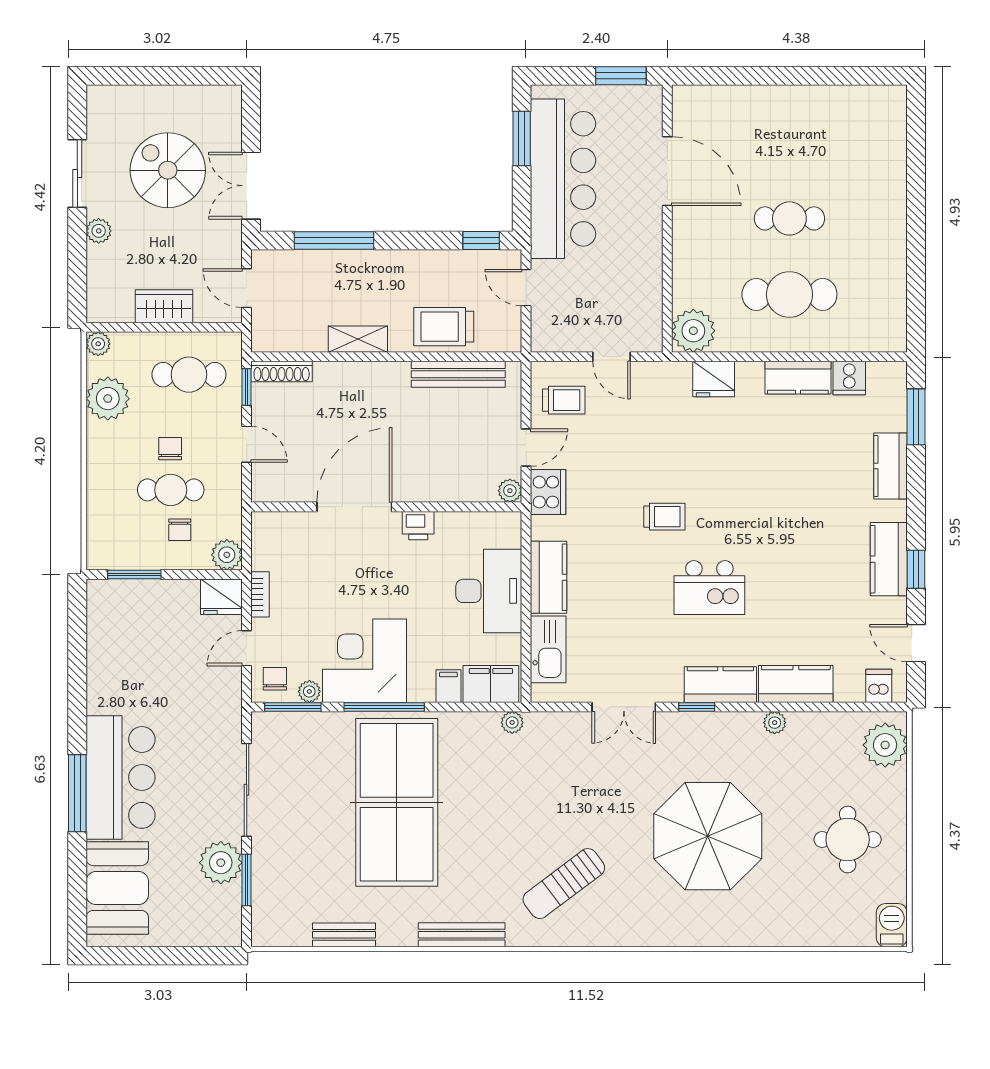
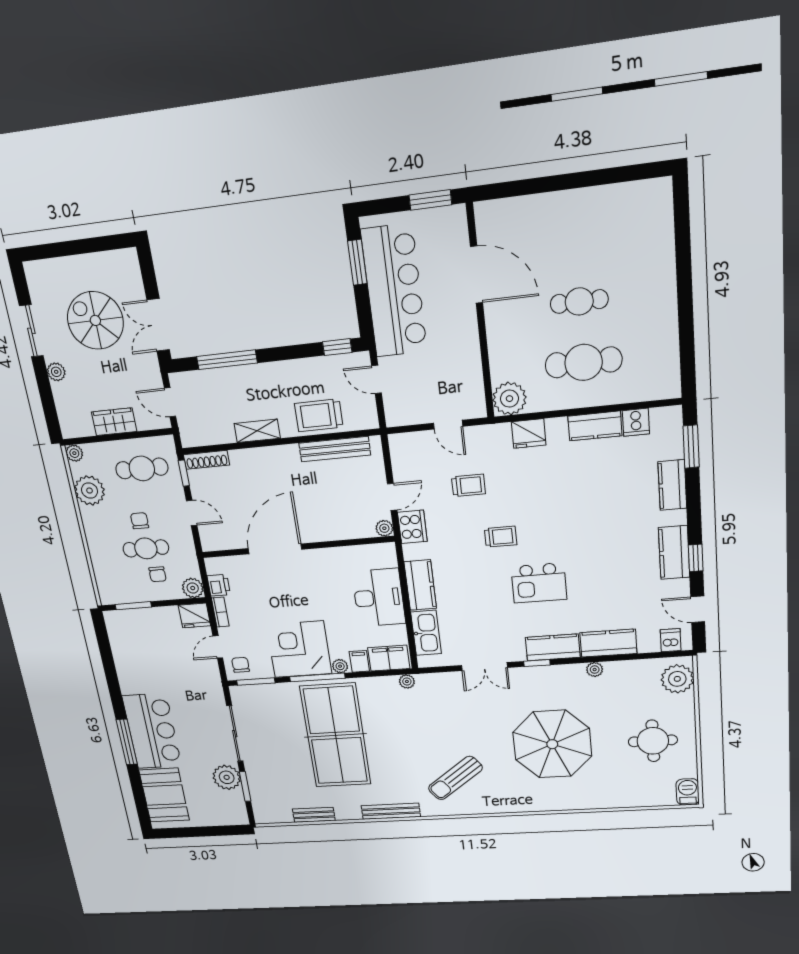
trolley: (564, 400) -> (468, 485), moved
printer: (418, 526) -> (219, 585), moved, turned -90
plant: (309, 691) -> (340, 666), moved

